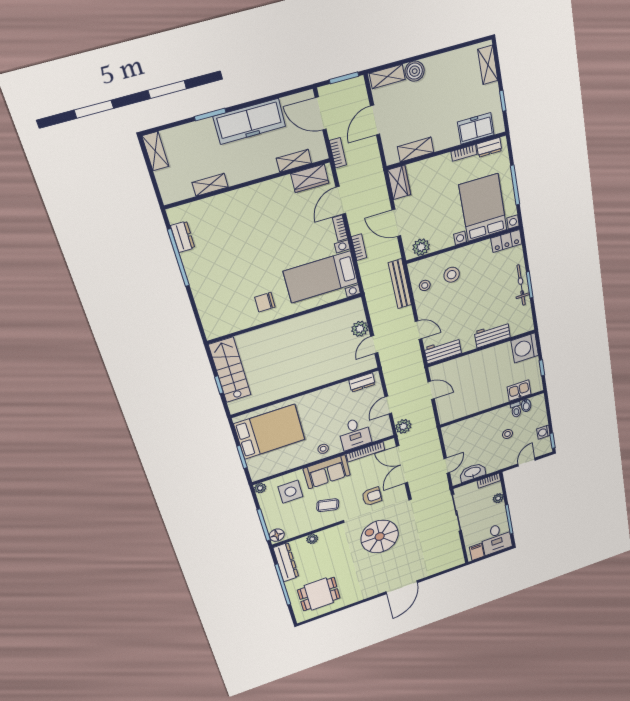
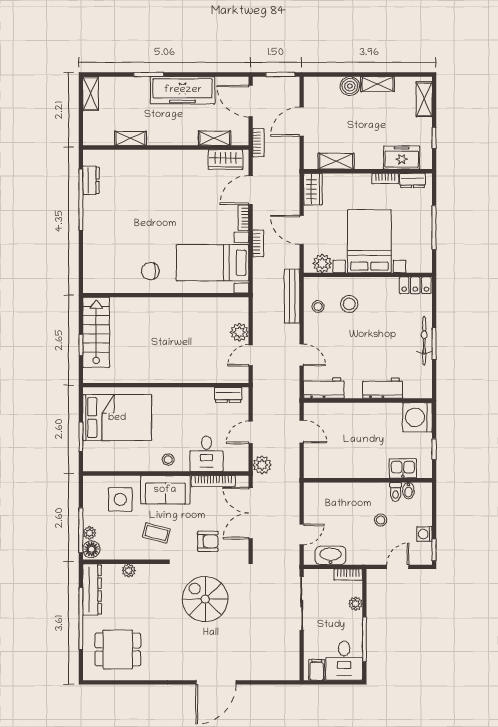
shelving: (387, 76) -> (378, 84), moved
bed with nightstands: (483, 208) -> (369, 241), moved
plant: (260, 488) -> (89, 533), moved

